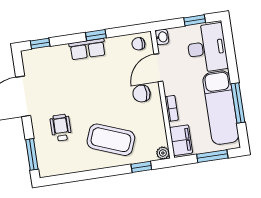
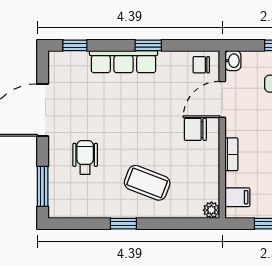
row of seats: (87, 49) -> (124, 62), width x1.48
coffee table: (111, 140) -> (147, 183), width x0.73, depth x0.76
filing cabinet: (181, 140) -> (237, 197), width x0.50
window: (141, 167) -> (123, 224), moved

